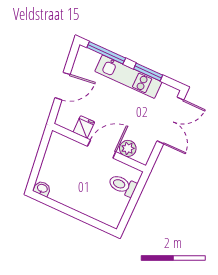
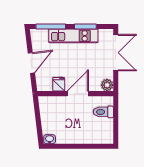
plant: (128, 148) -> (107, 85), moved

